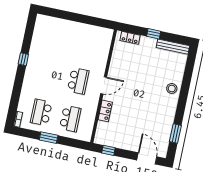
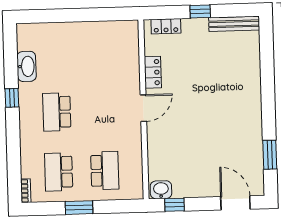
washbasin: (37, 42) -> (27, 66), added
school desk: (78, 81) -> (57, 112), moved, turned 180
stool: (172, 88) -> (248, 88), removed
locker: (105, 111) -> (153, 72), moved
washbasin: (102, 139) -> (161, 190), added

